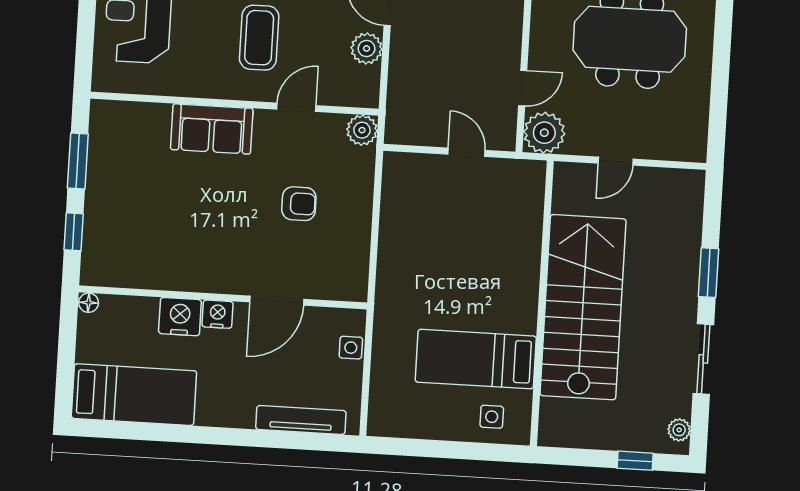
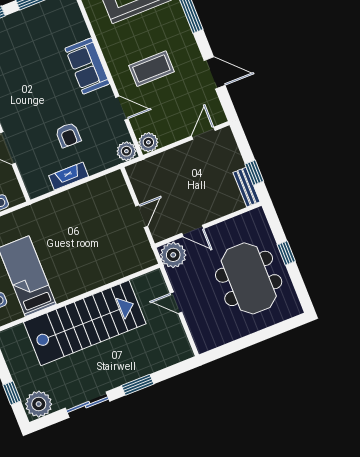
plant: (367, 48) -> (148, 142), moved
fireplace: (359, 231) -> (69, 176), added
plant: (679, 430) -> (39, 404), width x1.88, depth x1.88

